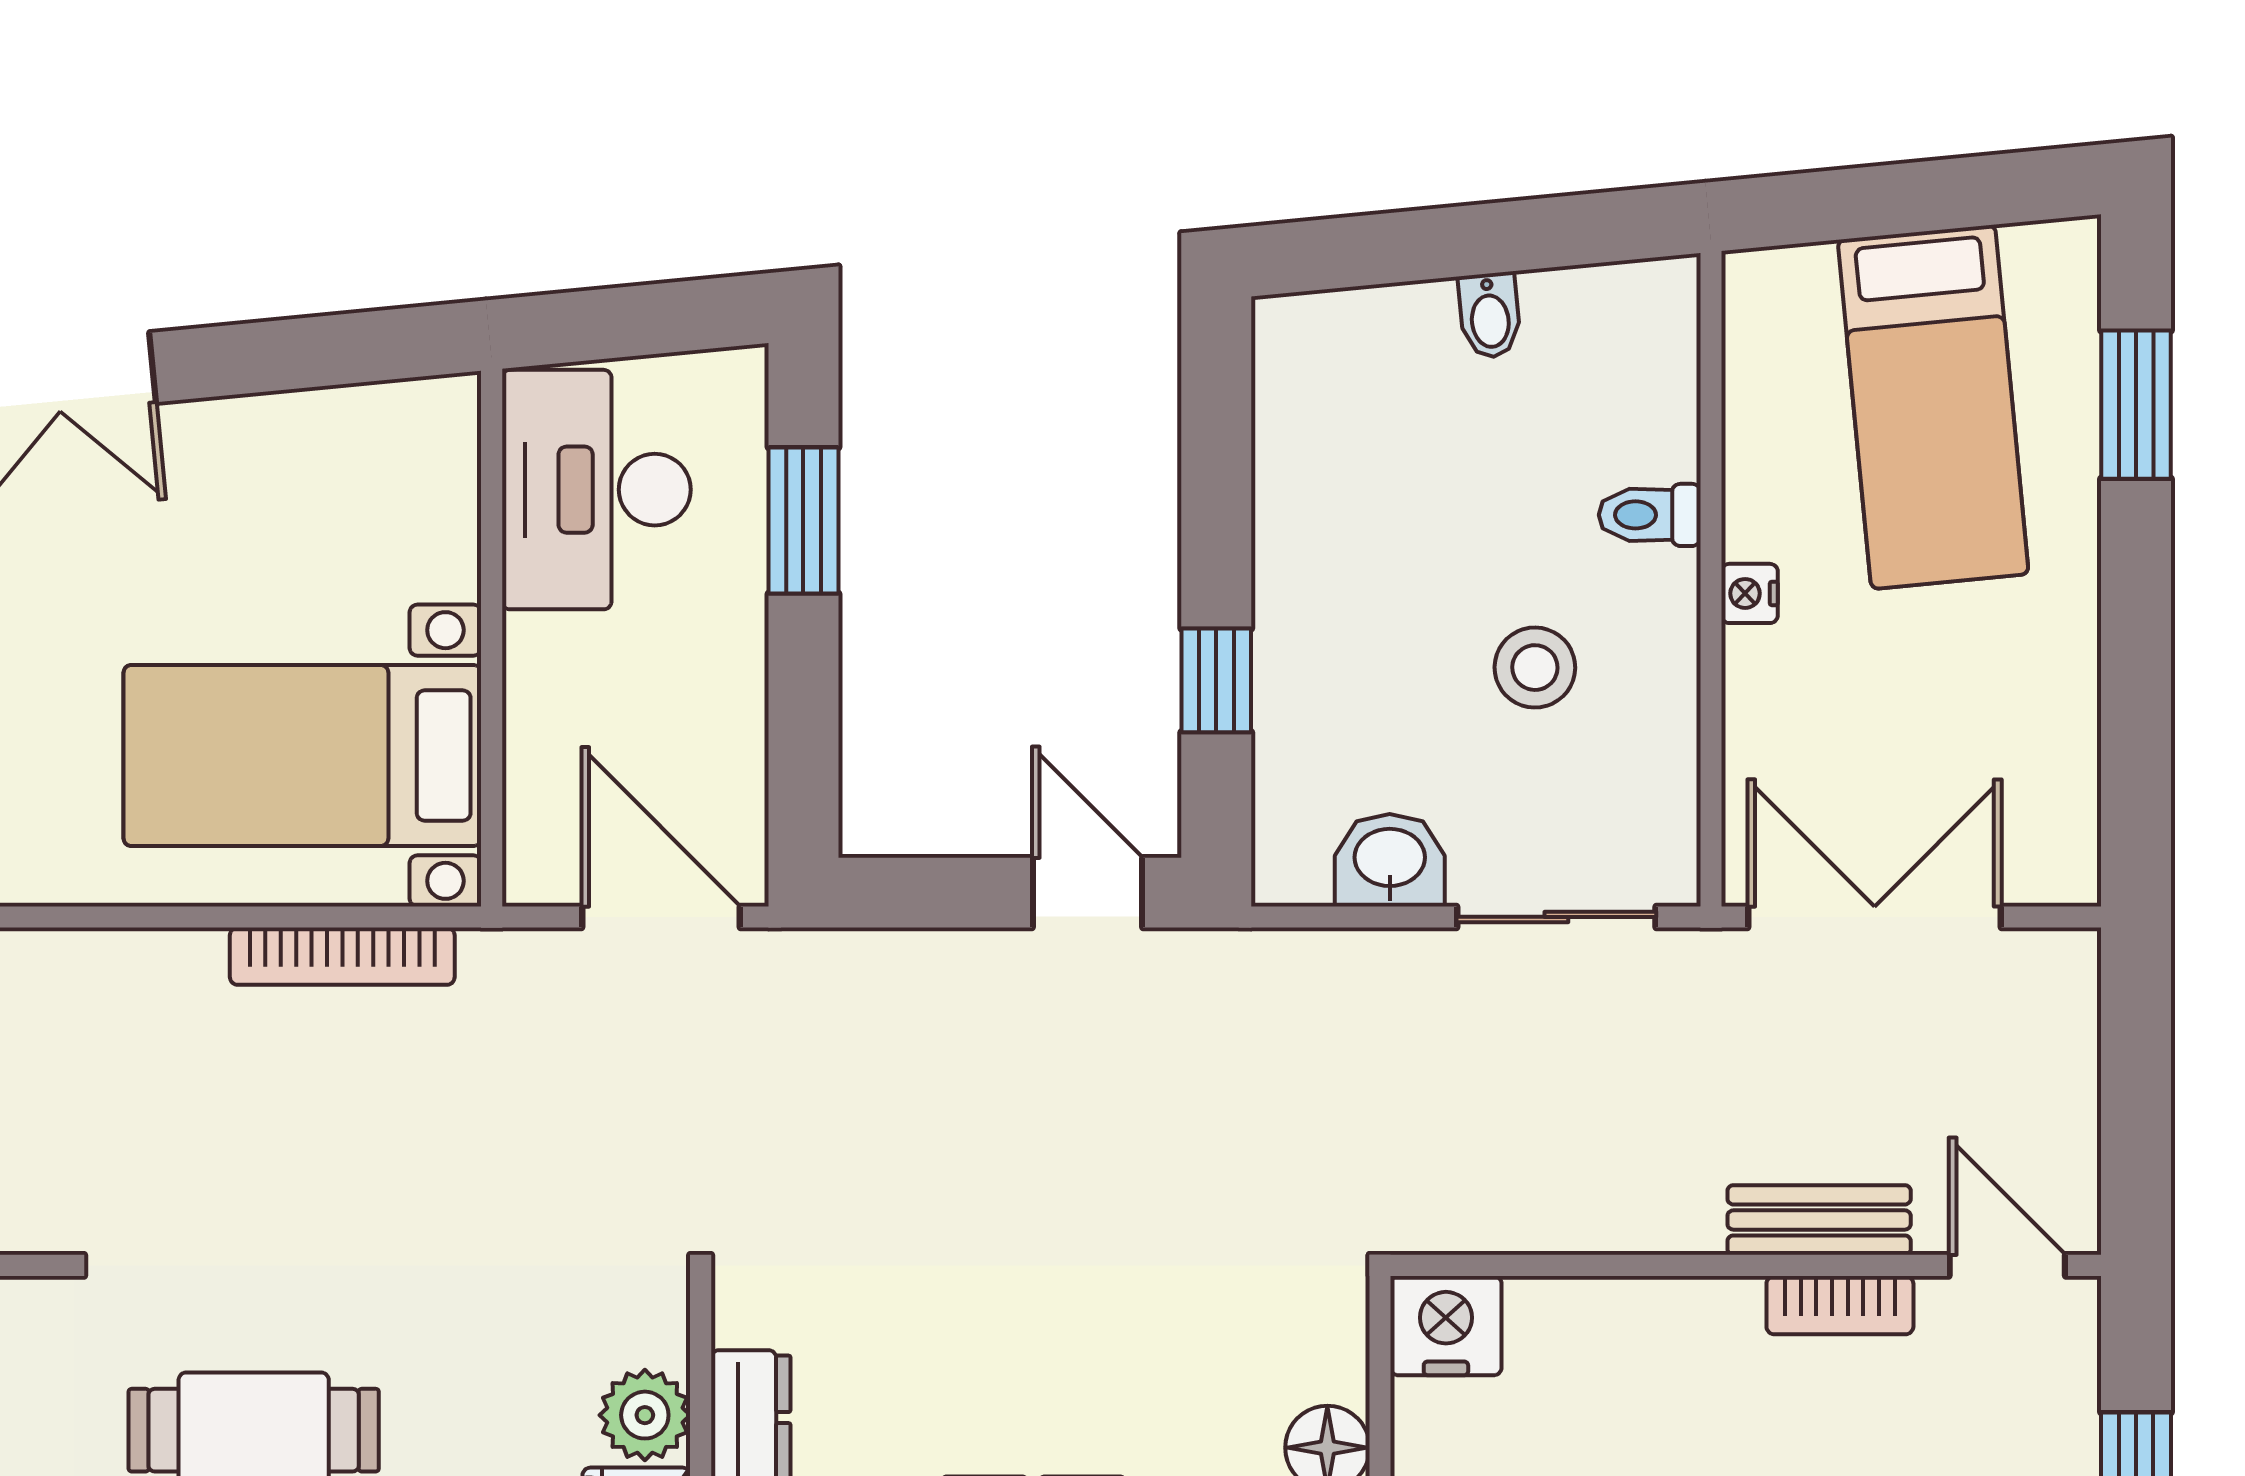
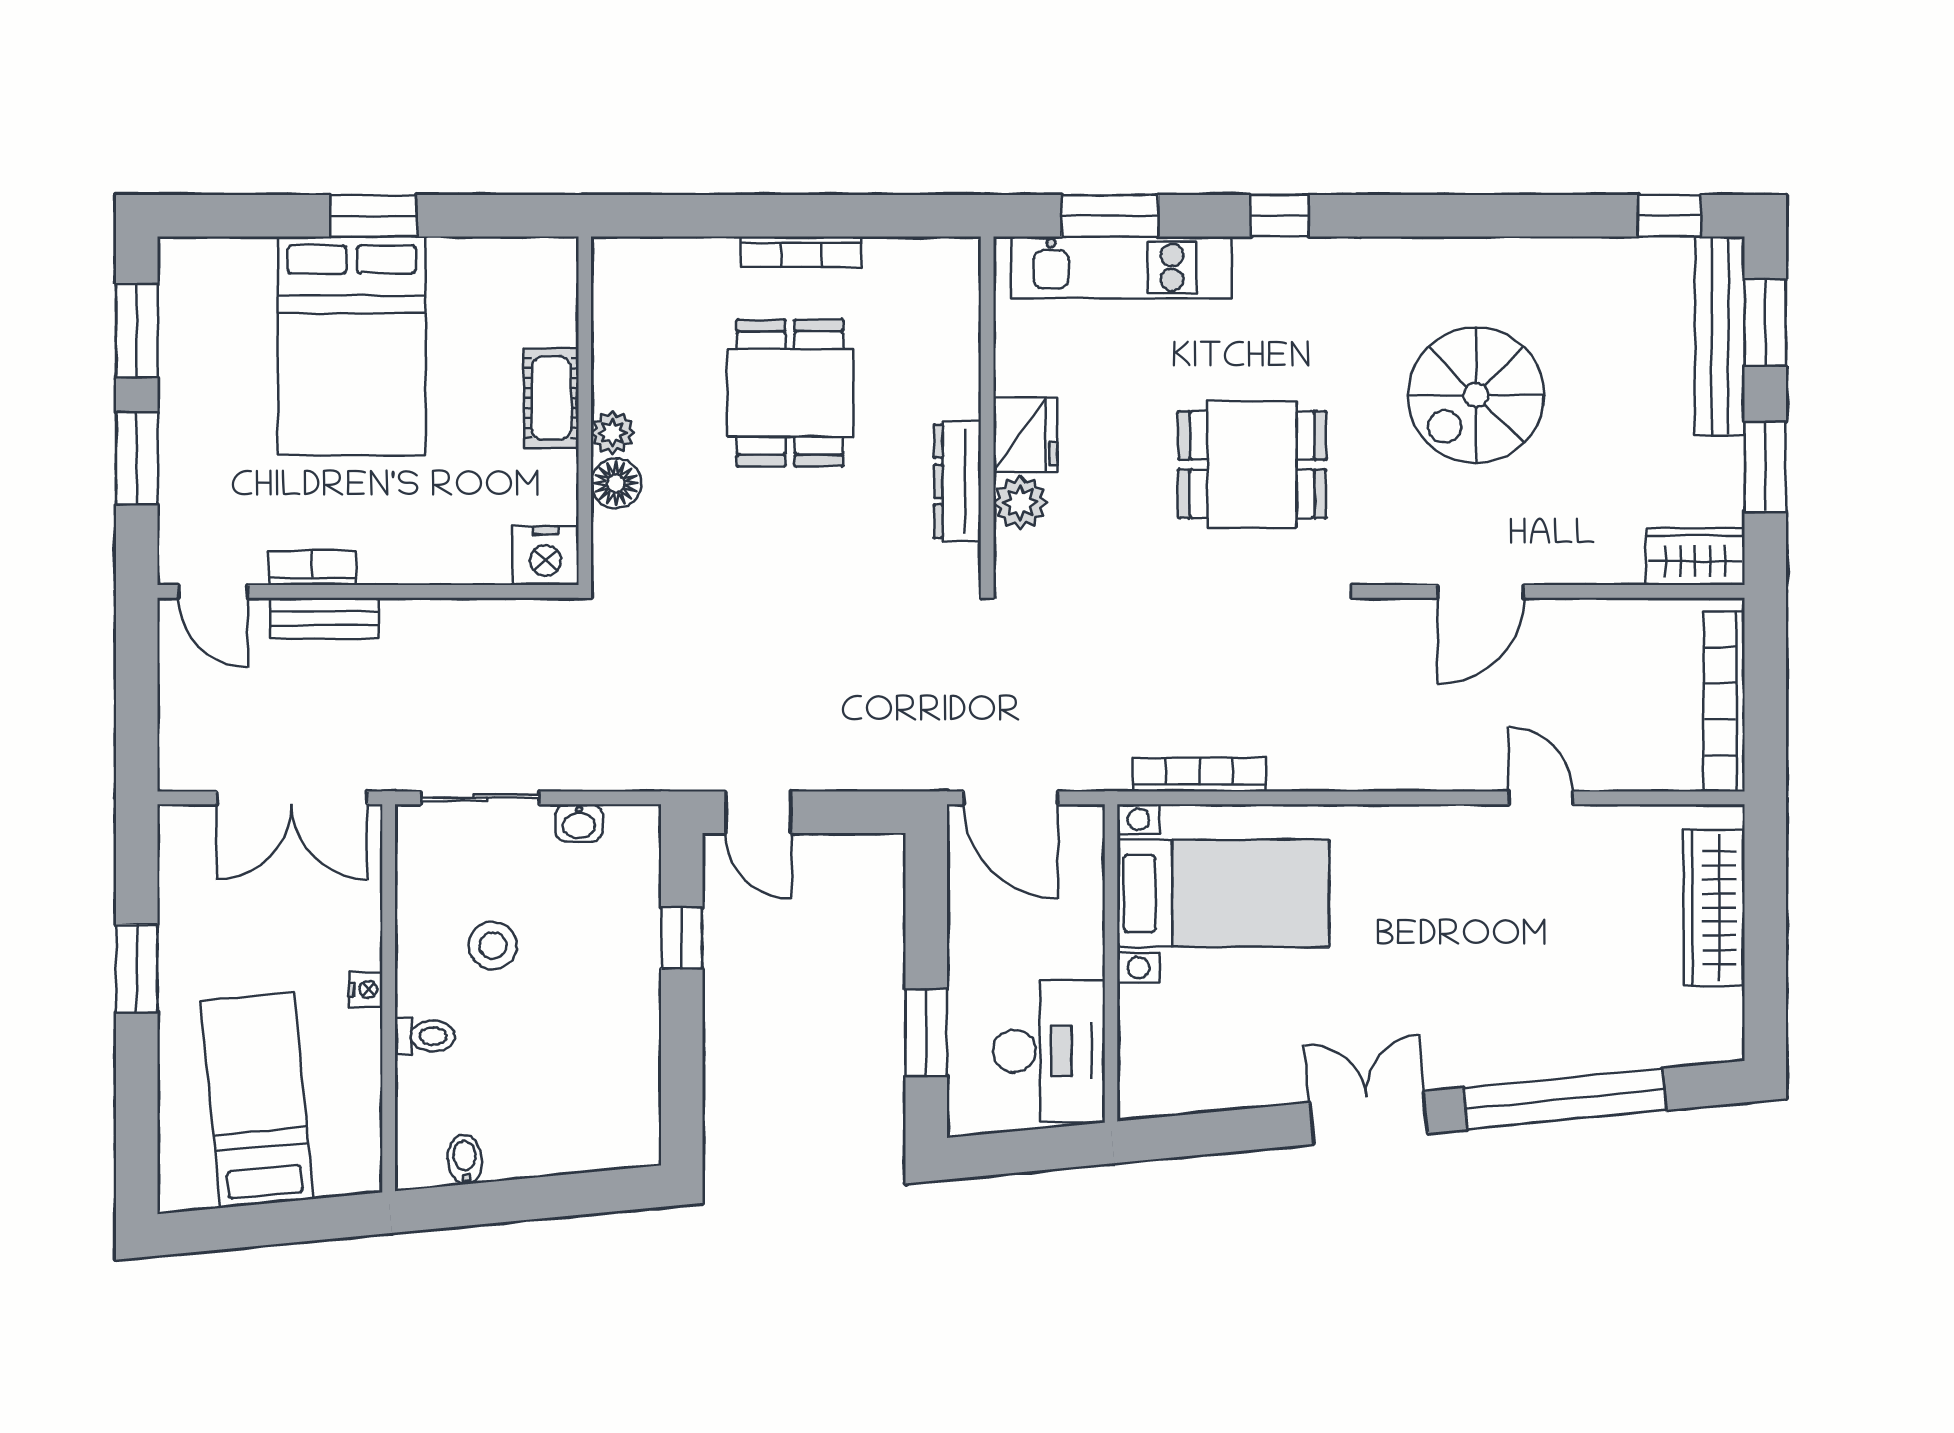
bidet: (1490, 315) -> (465, 1160), moved
window: (2136, 405) -> (137, 968), moved
washbasin: (1390, 860) -> (579, 823), width x0.72, depth x0.69

